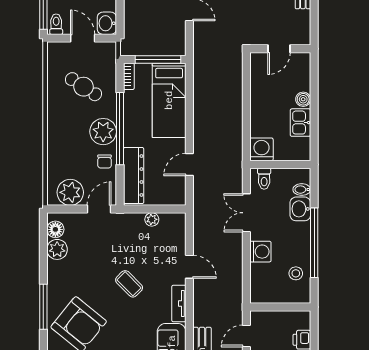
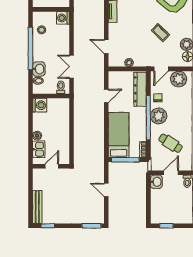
door: (83, 38) -> (171, 173), swing flipped
kitchen sink: (300, 123) -> (39, 149), moved
washing machine: (261, 149) -> (40, 105), moved, turned -90
double door: (246, 213) -> (72, 67), swing flipped
washing machine: (260, 252) -> (63, 18), moved
door: (189, 267) -> (106, 47), moved
coffee table: (129, 284) -> (160, 33), moved

